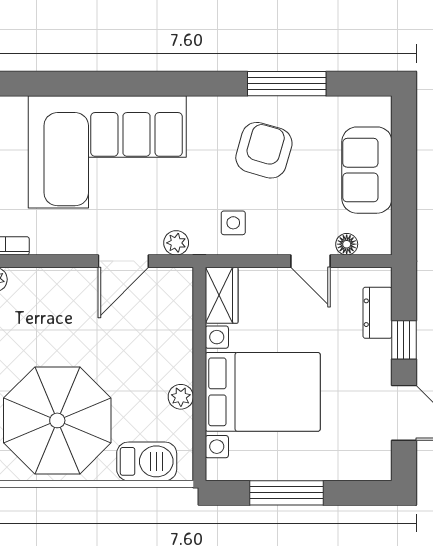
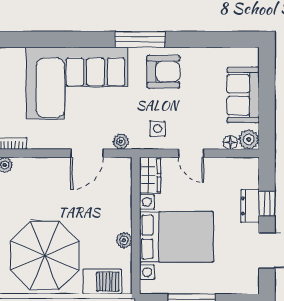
window: (287, 84) -> (140, 39), moved
armchair: (264, 150) -> (163, 72), moved, turned 74
plant: (376, 240) -> (249, 139), added
door: (311, 261) -> (191, 153), moved
dresser: (377, 313) -> (250, 206), moved

